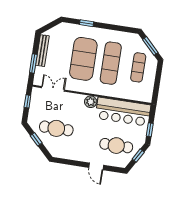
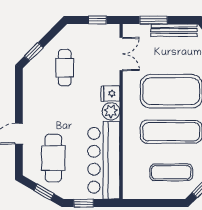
fridge: (79, 100) -> (110, 94), added
cafe table: (56, 128) -> (65, 68), width x0.73, depth x0.74
window: (36, 139) -> (34, 52), moved

